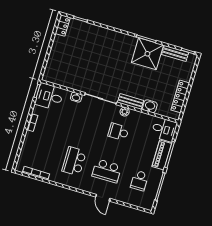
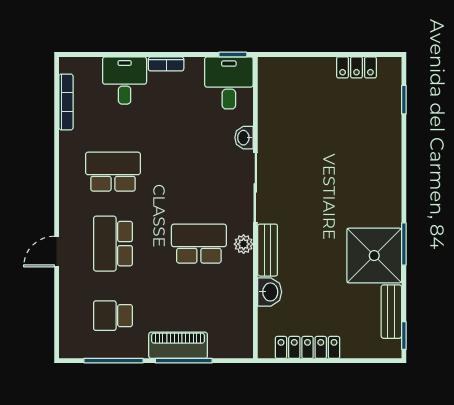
locker: (63, 25) -> (356, 67), moved
desk: (164, 129) -> (125, 80), moved, turned 180
school desk: (118, 132) -> (199, 244), width x1.85

